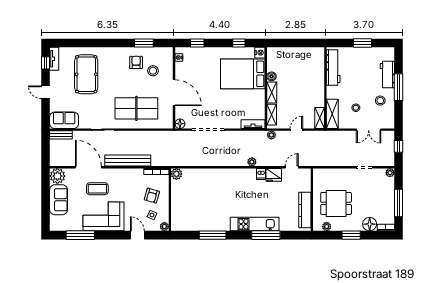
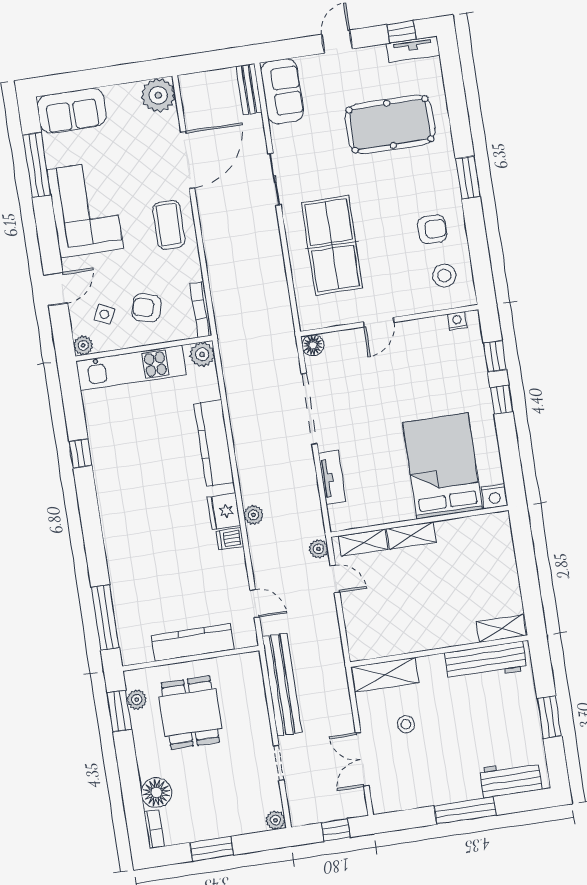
window: (144, 43) -> (468, 178), moved
window: (239, 43) -> (501, 400), moved
stool: (153, 71) -> (444, 276), moved
workbench: (387, 75) -> (511, 779), moved
boiler: (272, 76) -> (446, 530), removed
door: (174, 93) -> (379, 322), width x0.53
stool: (380, 101) -> (430, 775), removed
shelving: (320, 118) -> (501, 629), moved
tv unit: (253, 124) -> (332, 478), moved
door: (296, 130) -> (335, 579), moved
bench: (128, 160) -> (282, 684), moved
kitchen counter: (217, 175) -> (214, 443), added
fridge: (274, 175) -> (224, 511), moved
coffee table: (97, 189) -> (169, 225), moved
sofa: (59, 200) -> (72, 111), moved
window: (398, 203) -> (212, 849), width x0.69
kitchen counter: (305, 210) -> (193, 642), moved
kitchen unit: (255, 224) -> (131, 368), moved, turned 90
window: (213, 235) -> (80, 454), width x0.46
window: (266, 235) -> (105, 618), moved
window: (351, 235) -> (119, 711), moved

